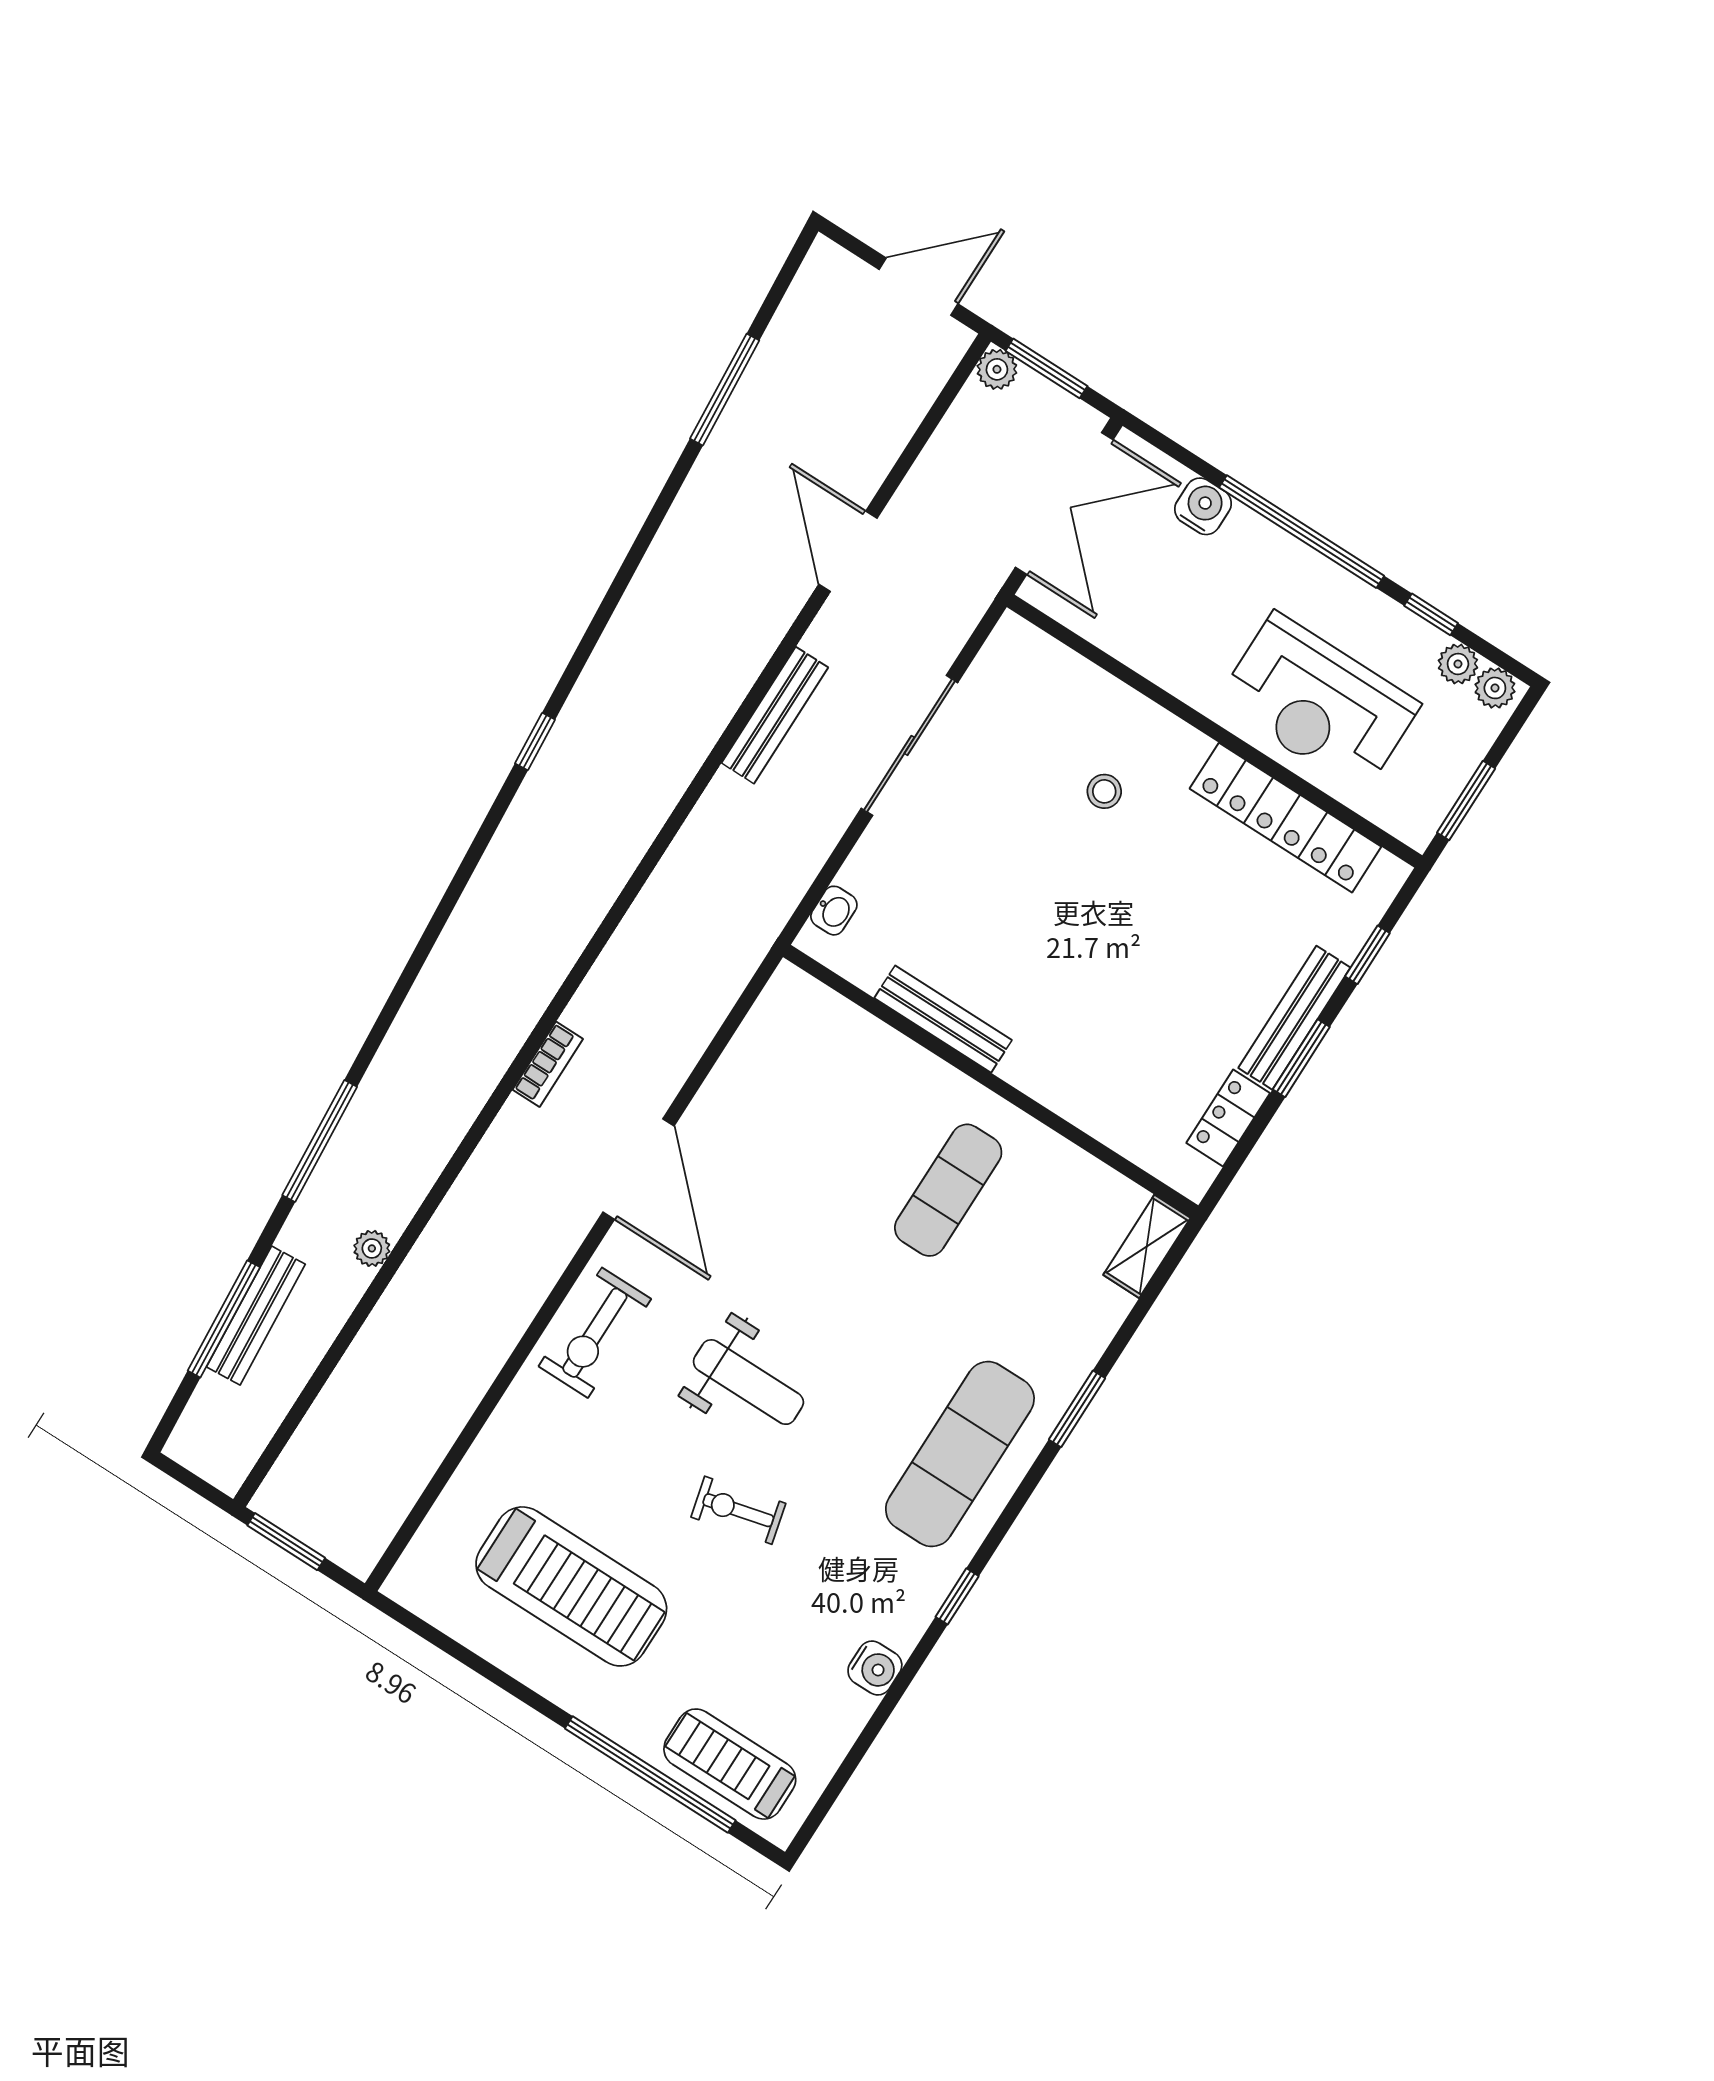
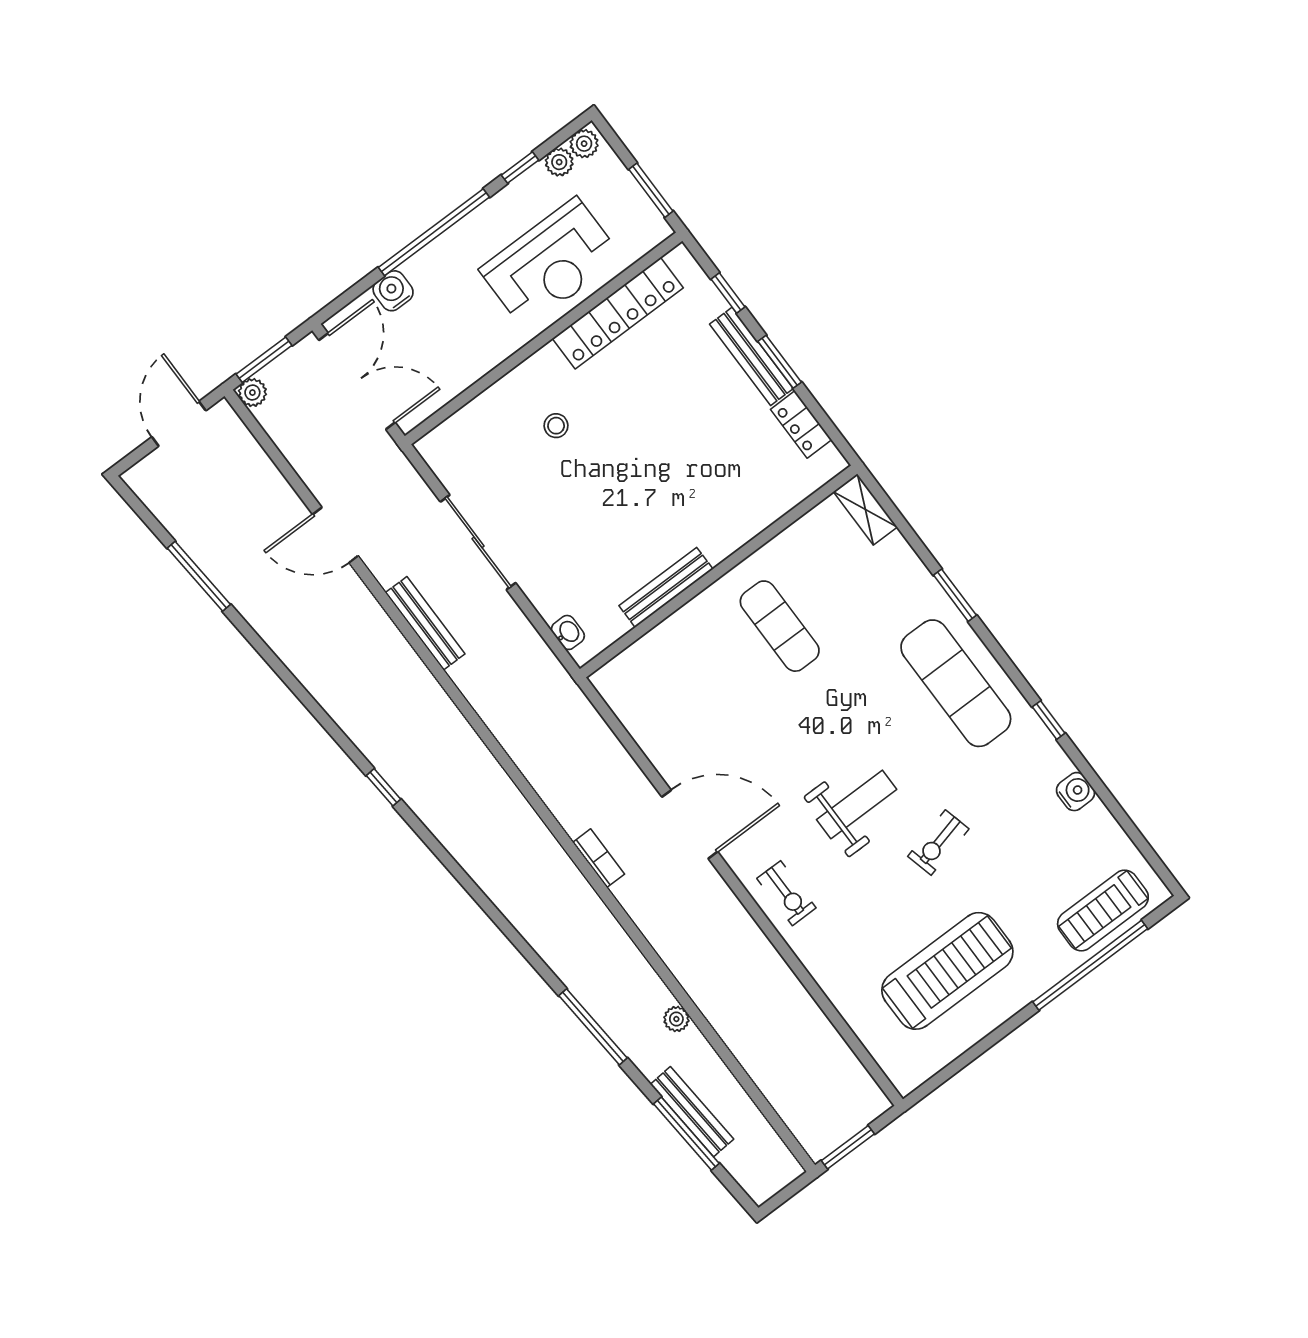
exercise bike: (595, 1333) -> (786, 893), width x0.73, depth x0.72

